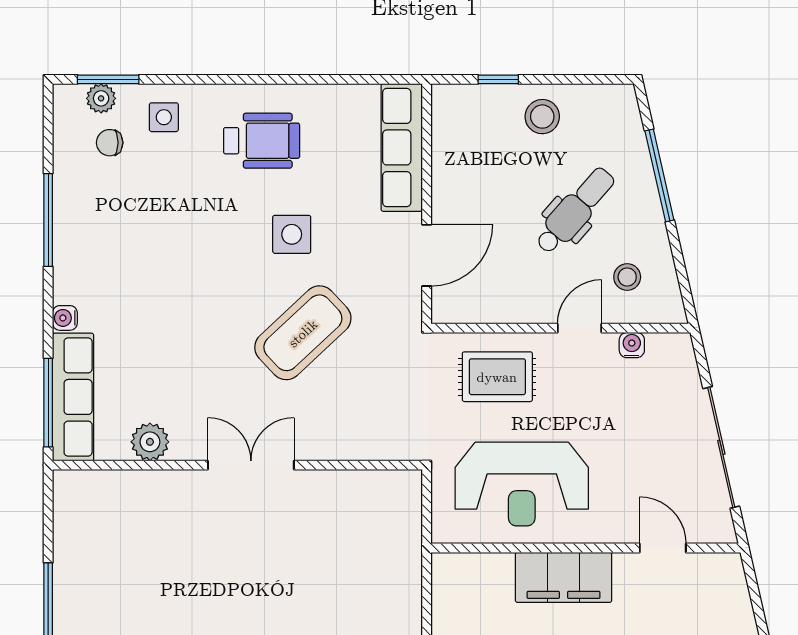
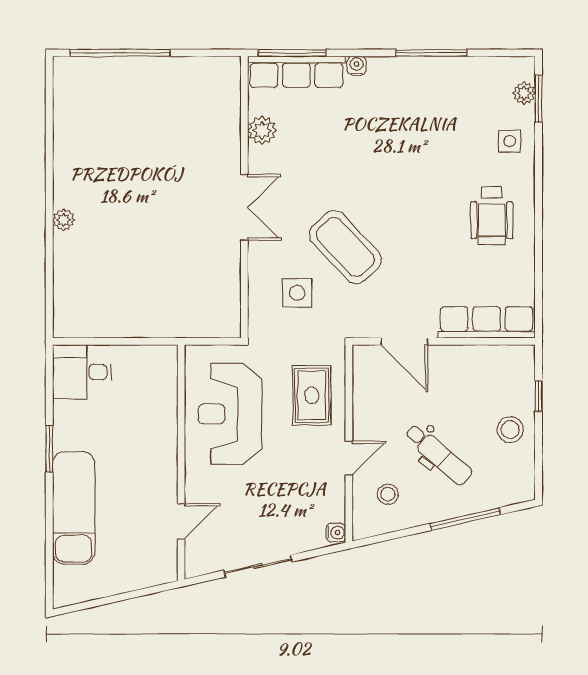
chair: (110, 143) -> (490, 100), removed
side table: (292, 234) -> (297, 293), moved
door: (579, 328) -> (349, 458), hinge flipped
water cooler: (632, 345) -> (336, 532), moved
sliding door: (721, 447) -> (258, 566), width x0.73
filing cabinet: (564, 577) -> (159, 446), removed

